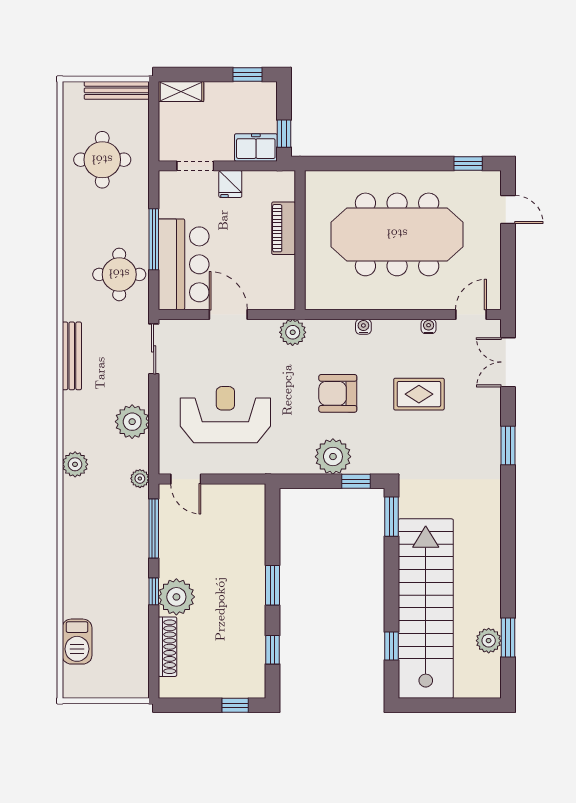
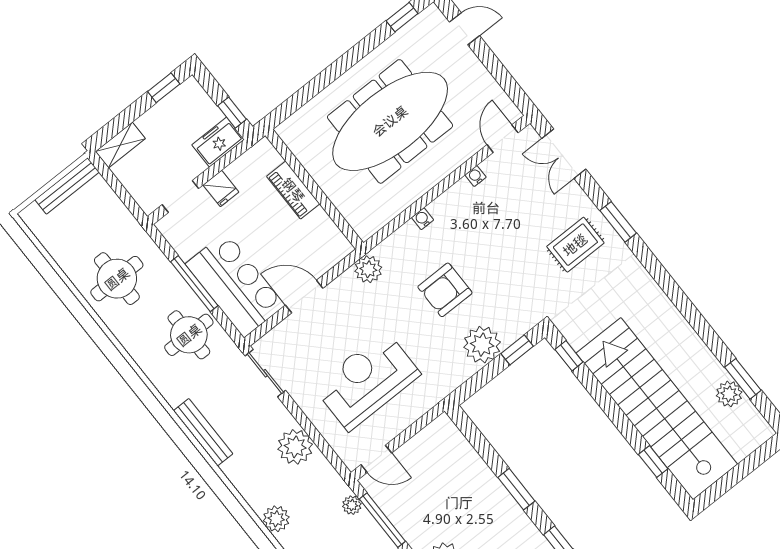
round table: (102, 160) -> (117, 279), moved
rug: (419, 394) -> (575, 245), moved
plant: (140, 479) -> (352, 505), moved
window: (391, 517) -> (569, 356), width x0.67

